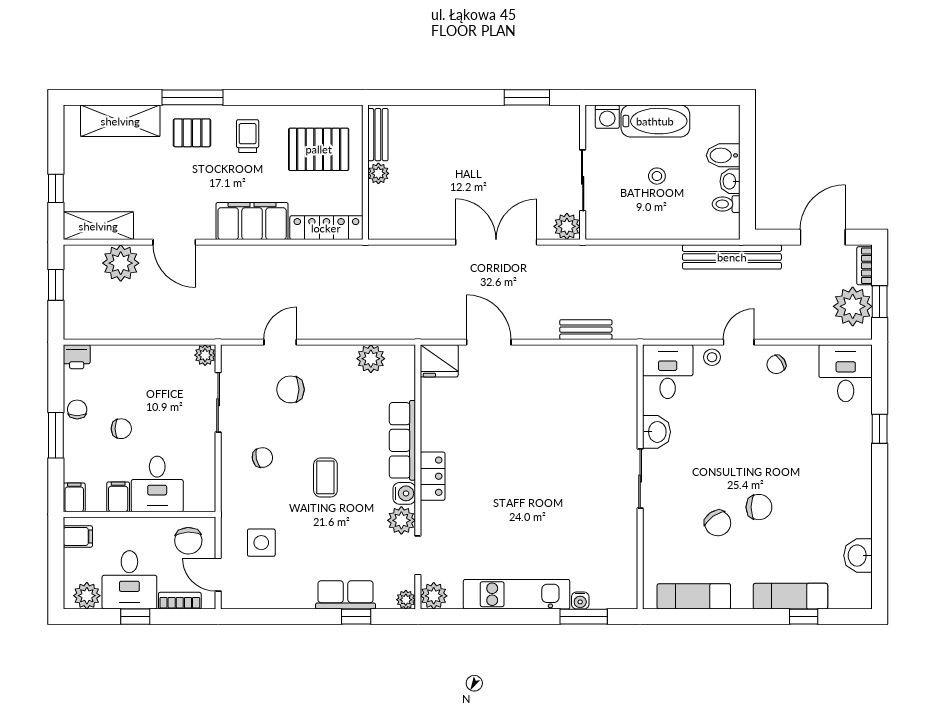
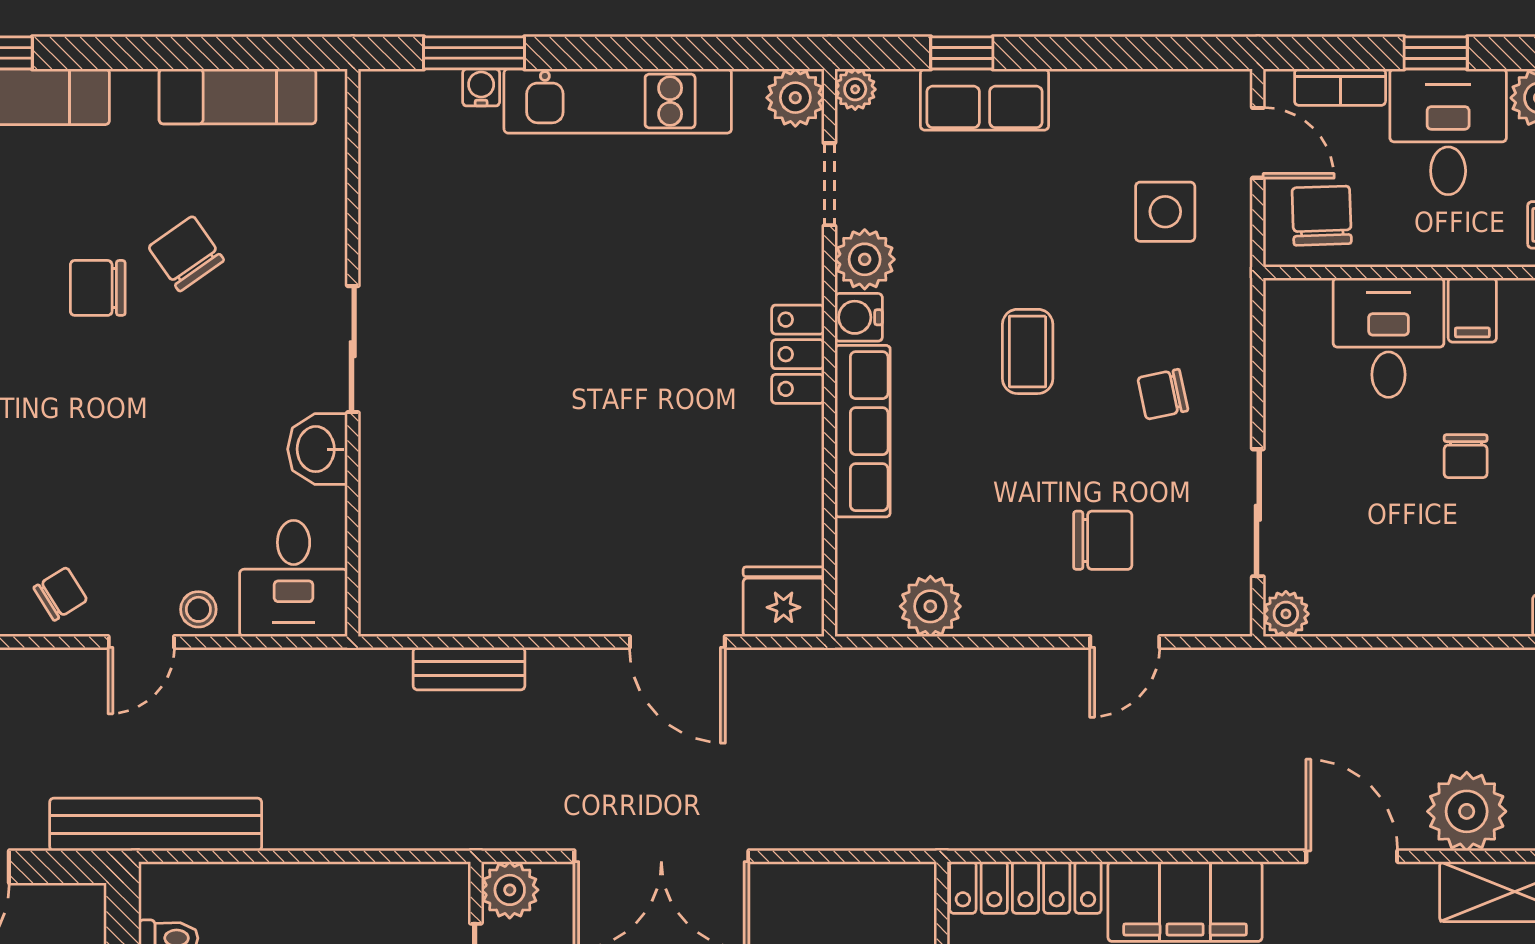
chair: (121, 429) -> (1466, 456), turned -90

